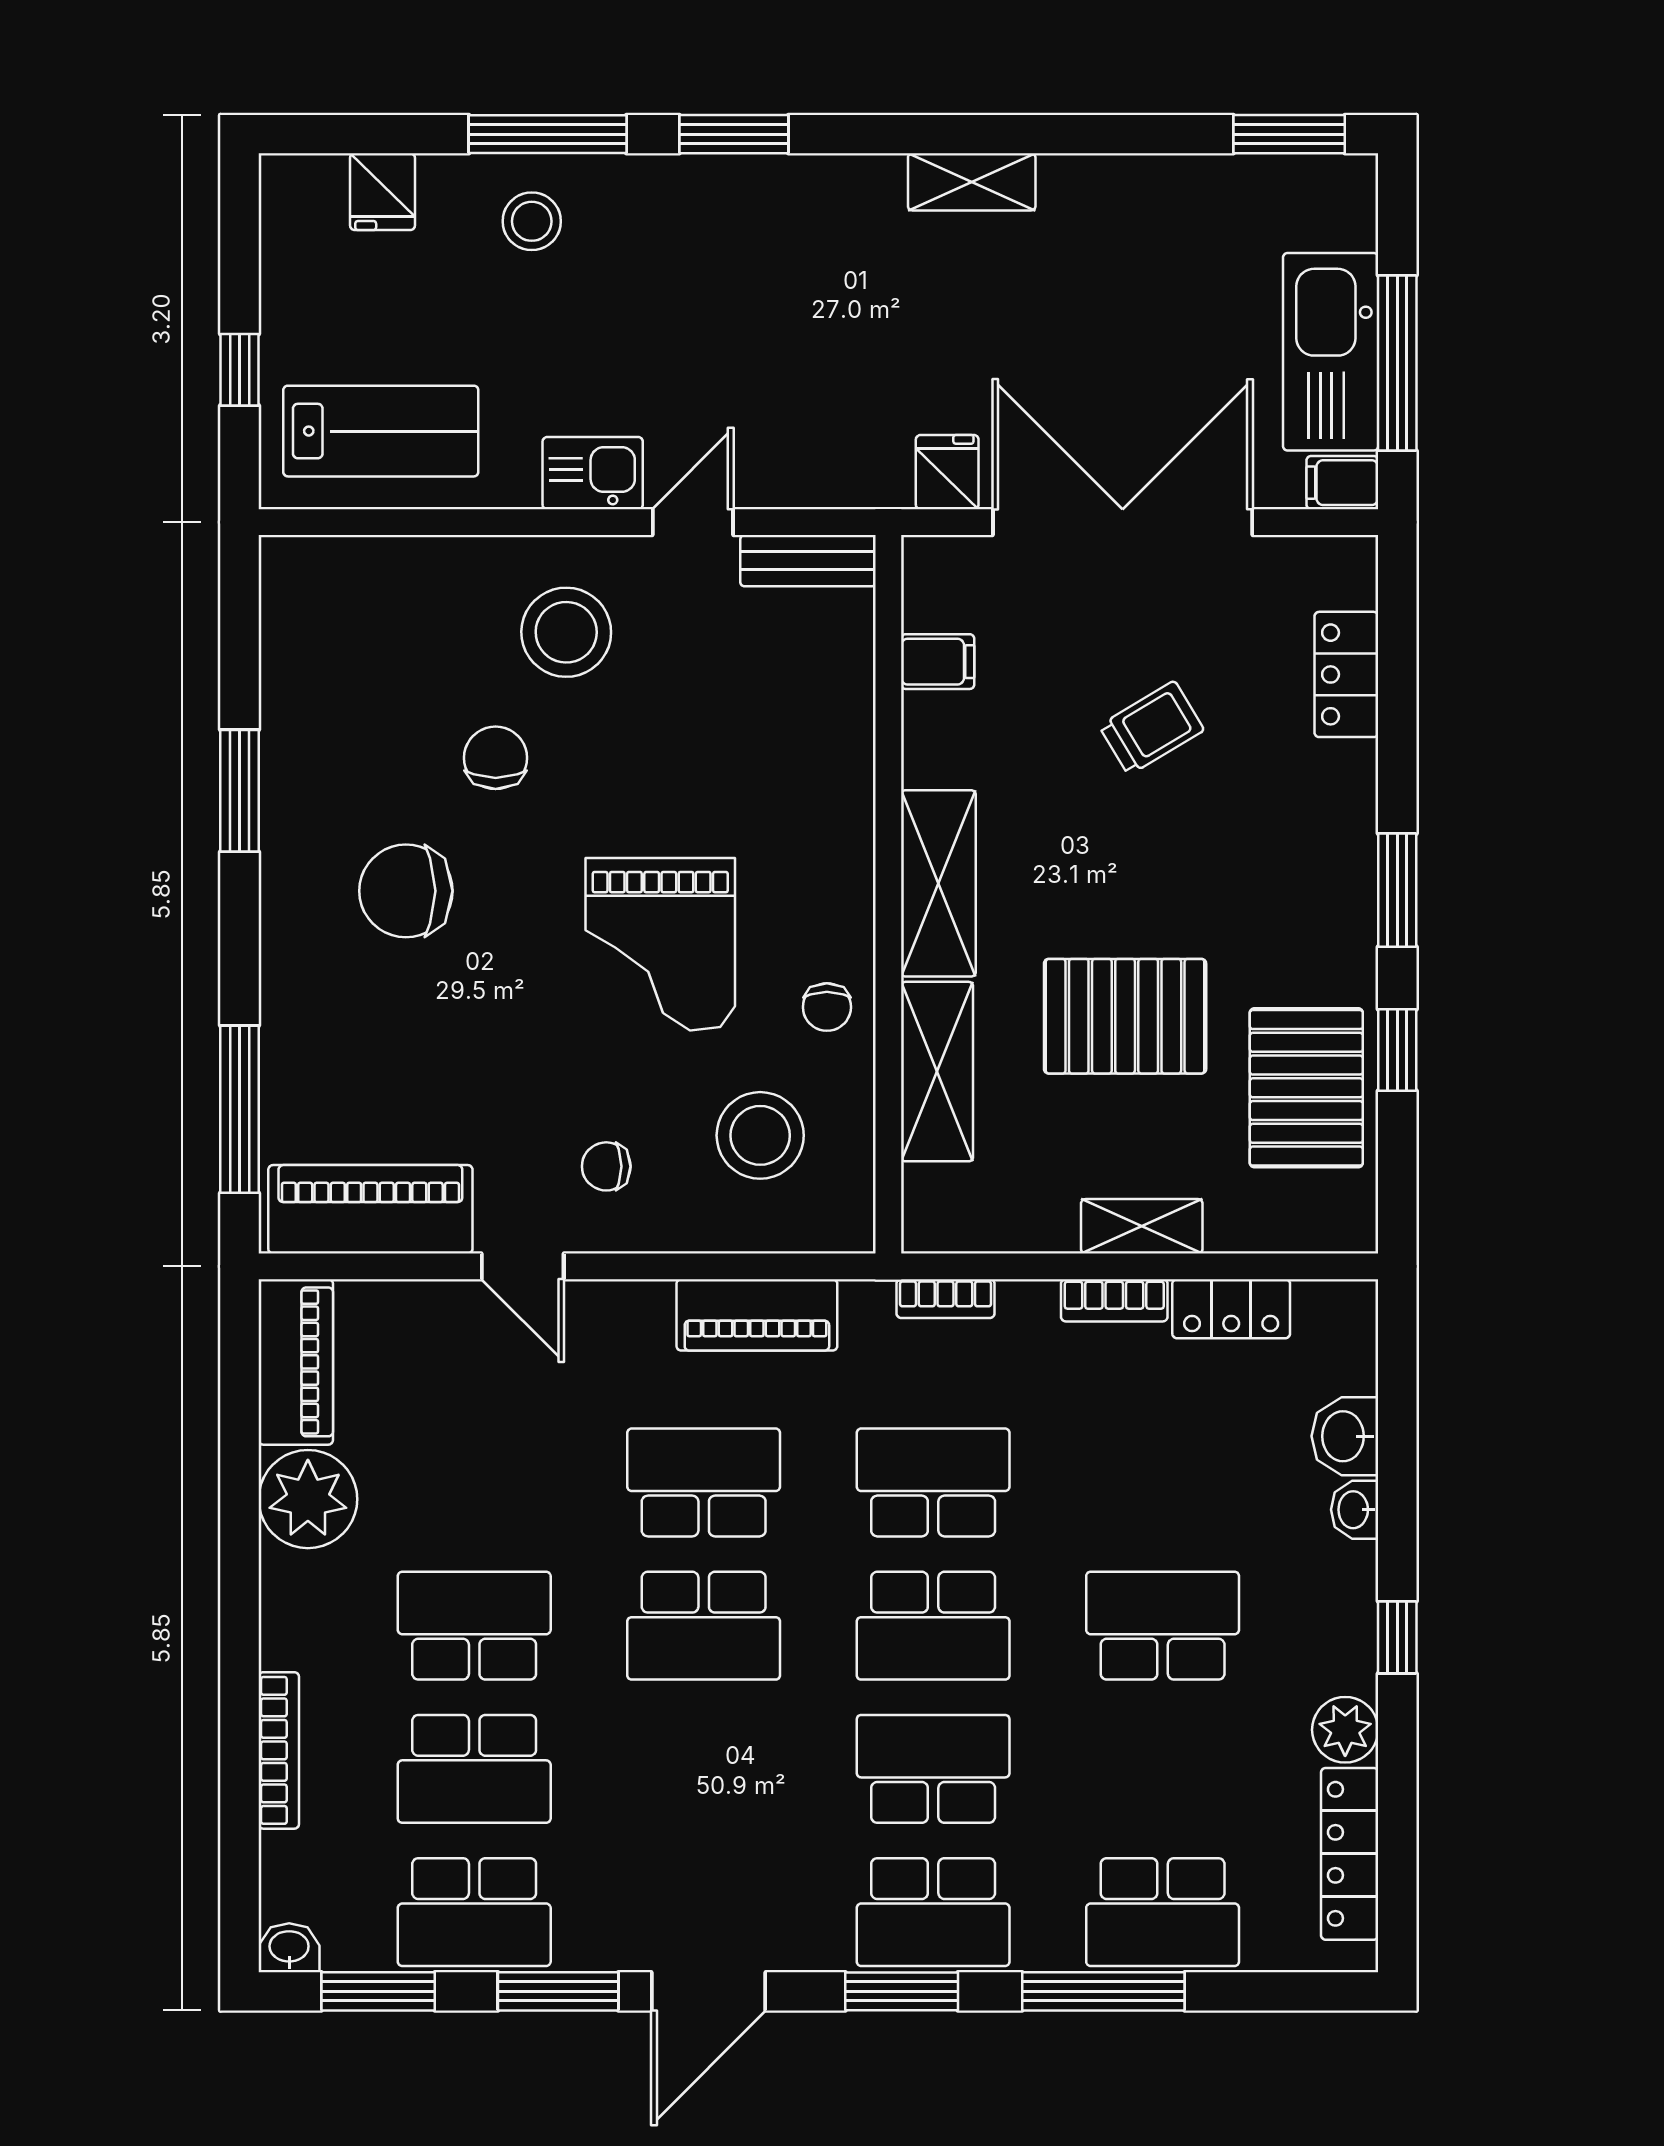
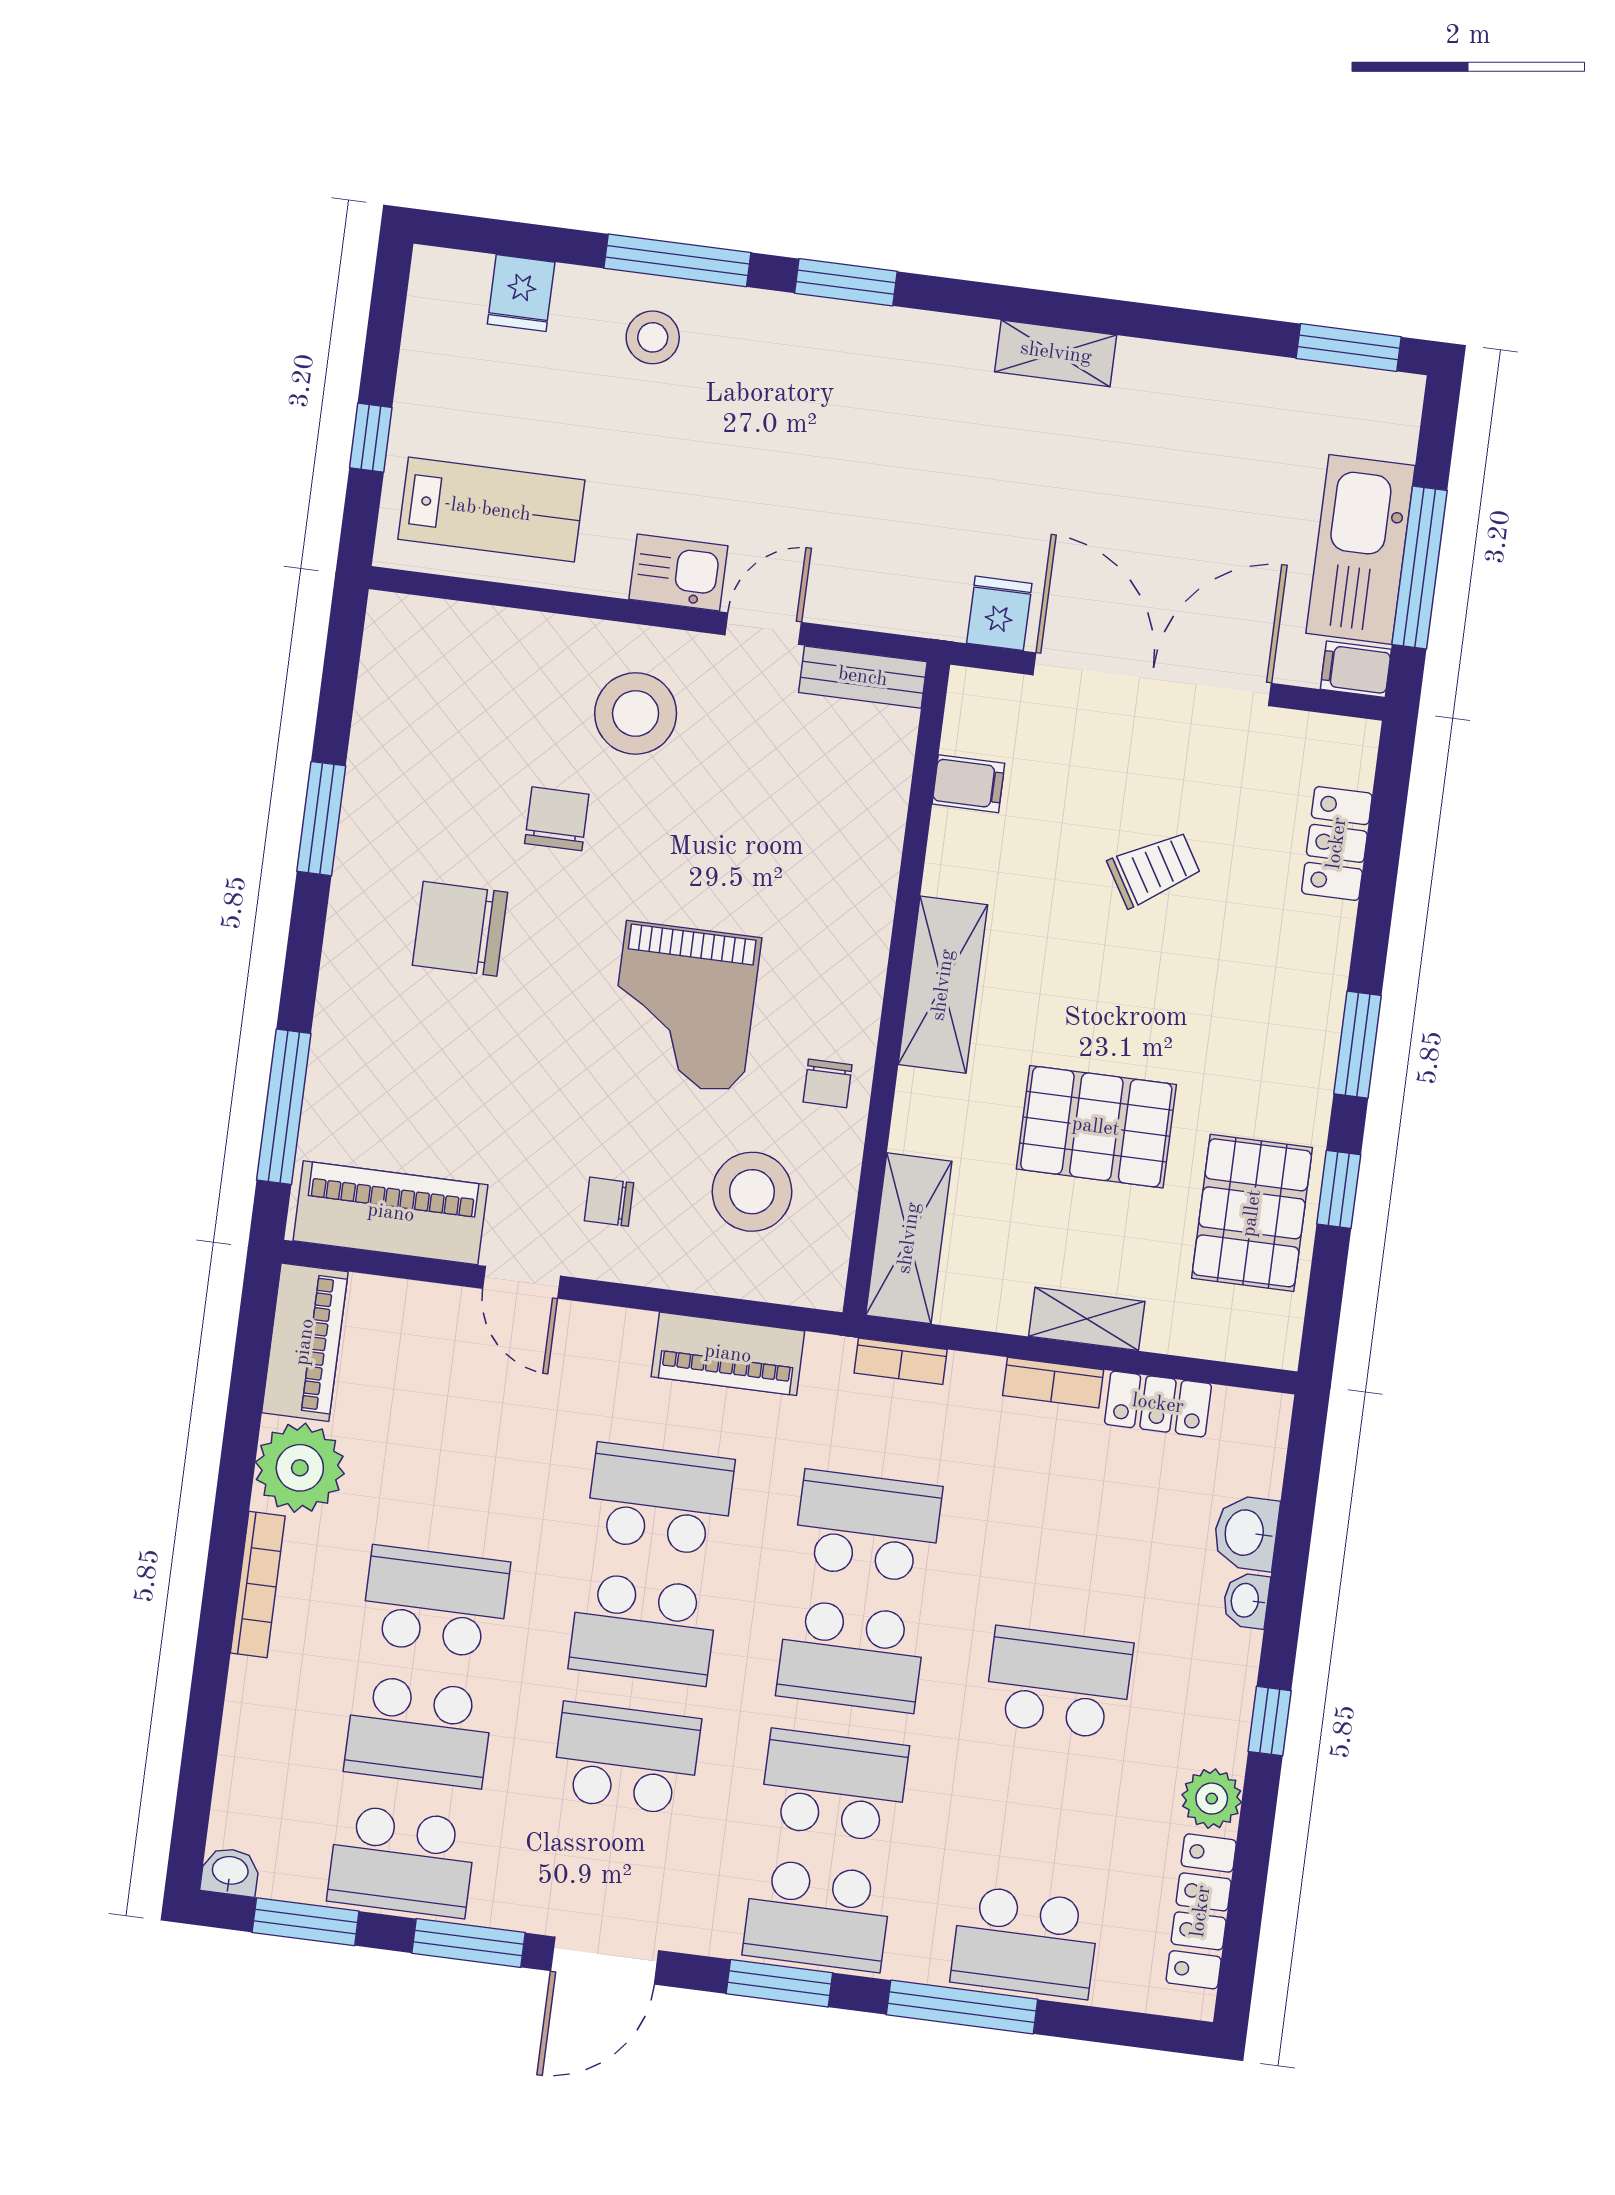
shelving: (937, 1072) -> (909, 1238), moved
bookcase: (279, 1750) -> (258, 1585), moved
school desk: (704, 1769) -> (626, 1759), added

